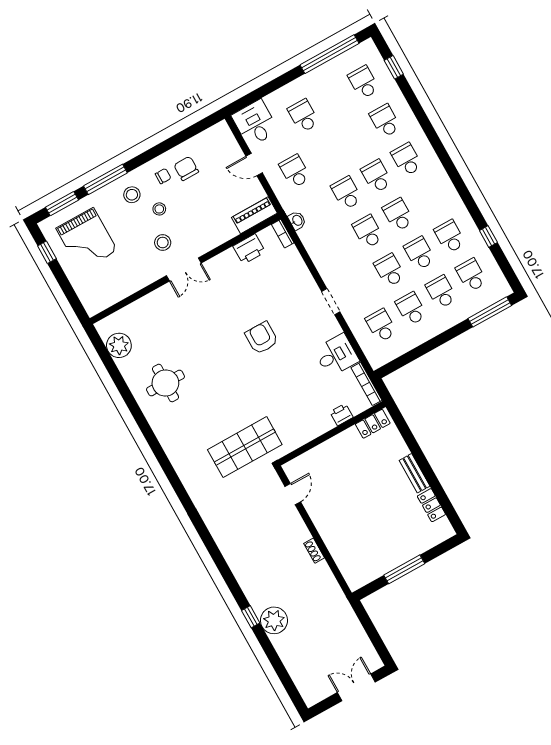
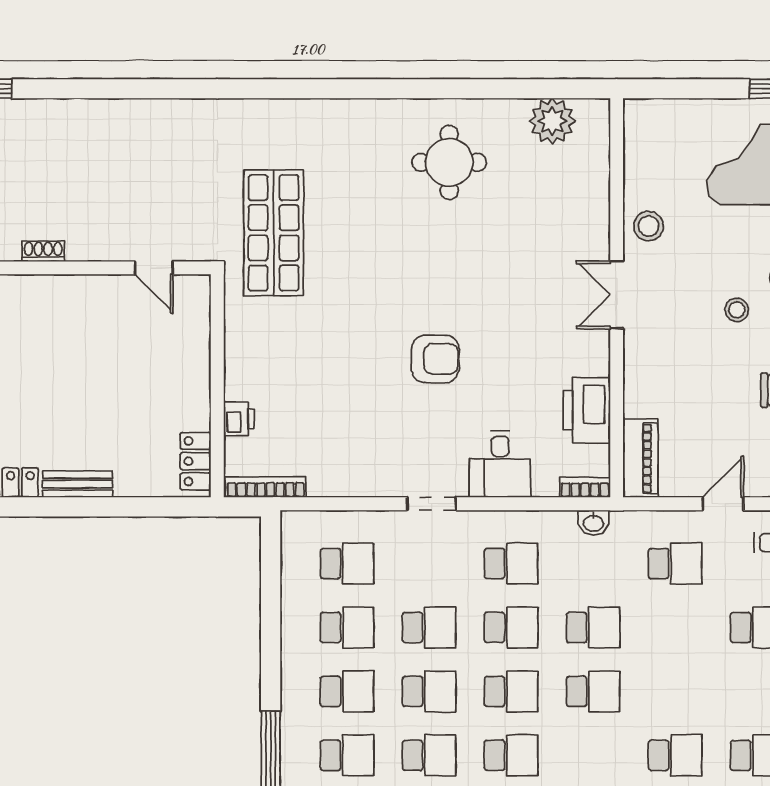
school desk: (407, 159) -> (511, 755), moved
stool: (163, 243) -> (648, 226), moved
school desk: (338, 248) -> (511, 564), added
printer: (249, 249) -> (587, 410), width x1.37, depth x1.19
desk: (336, 355) -> (500, 464), moved

